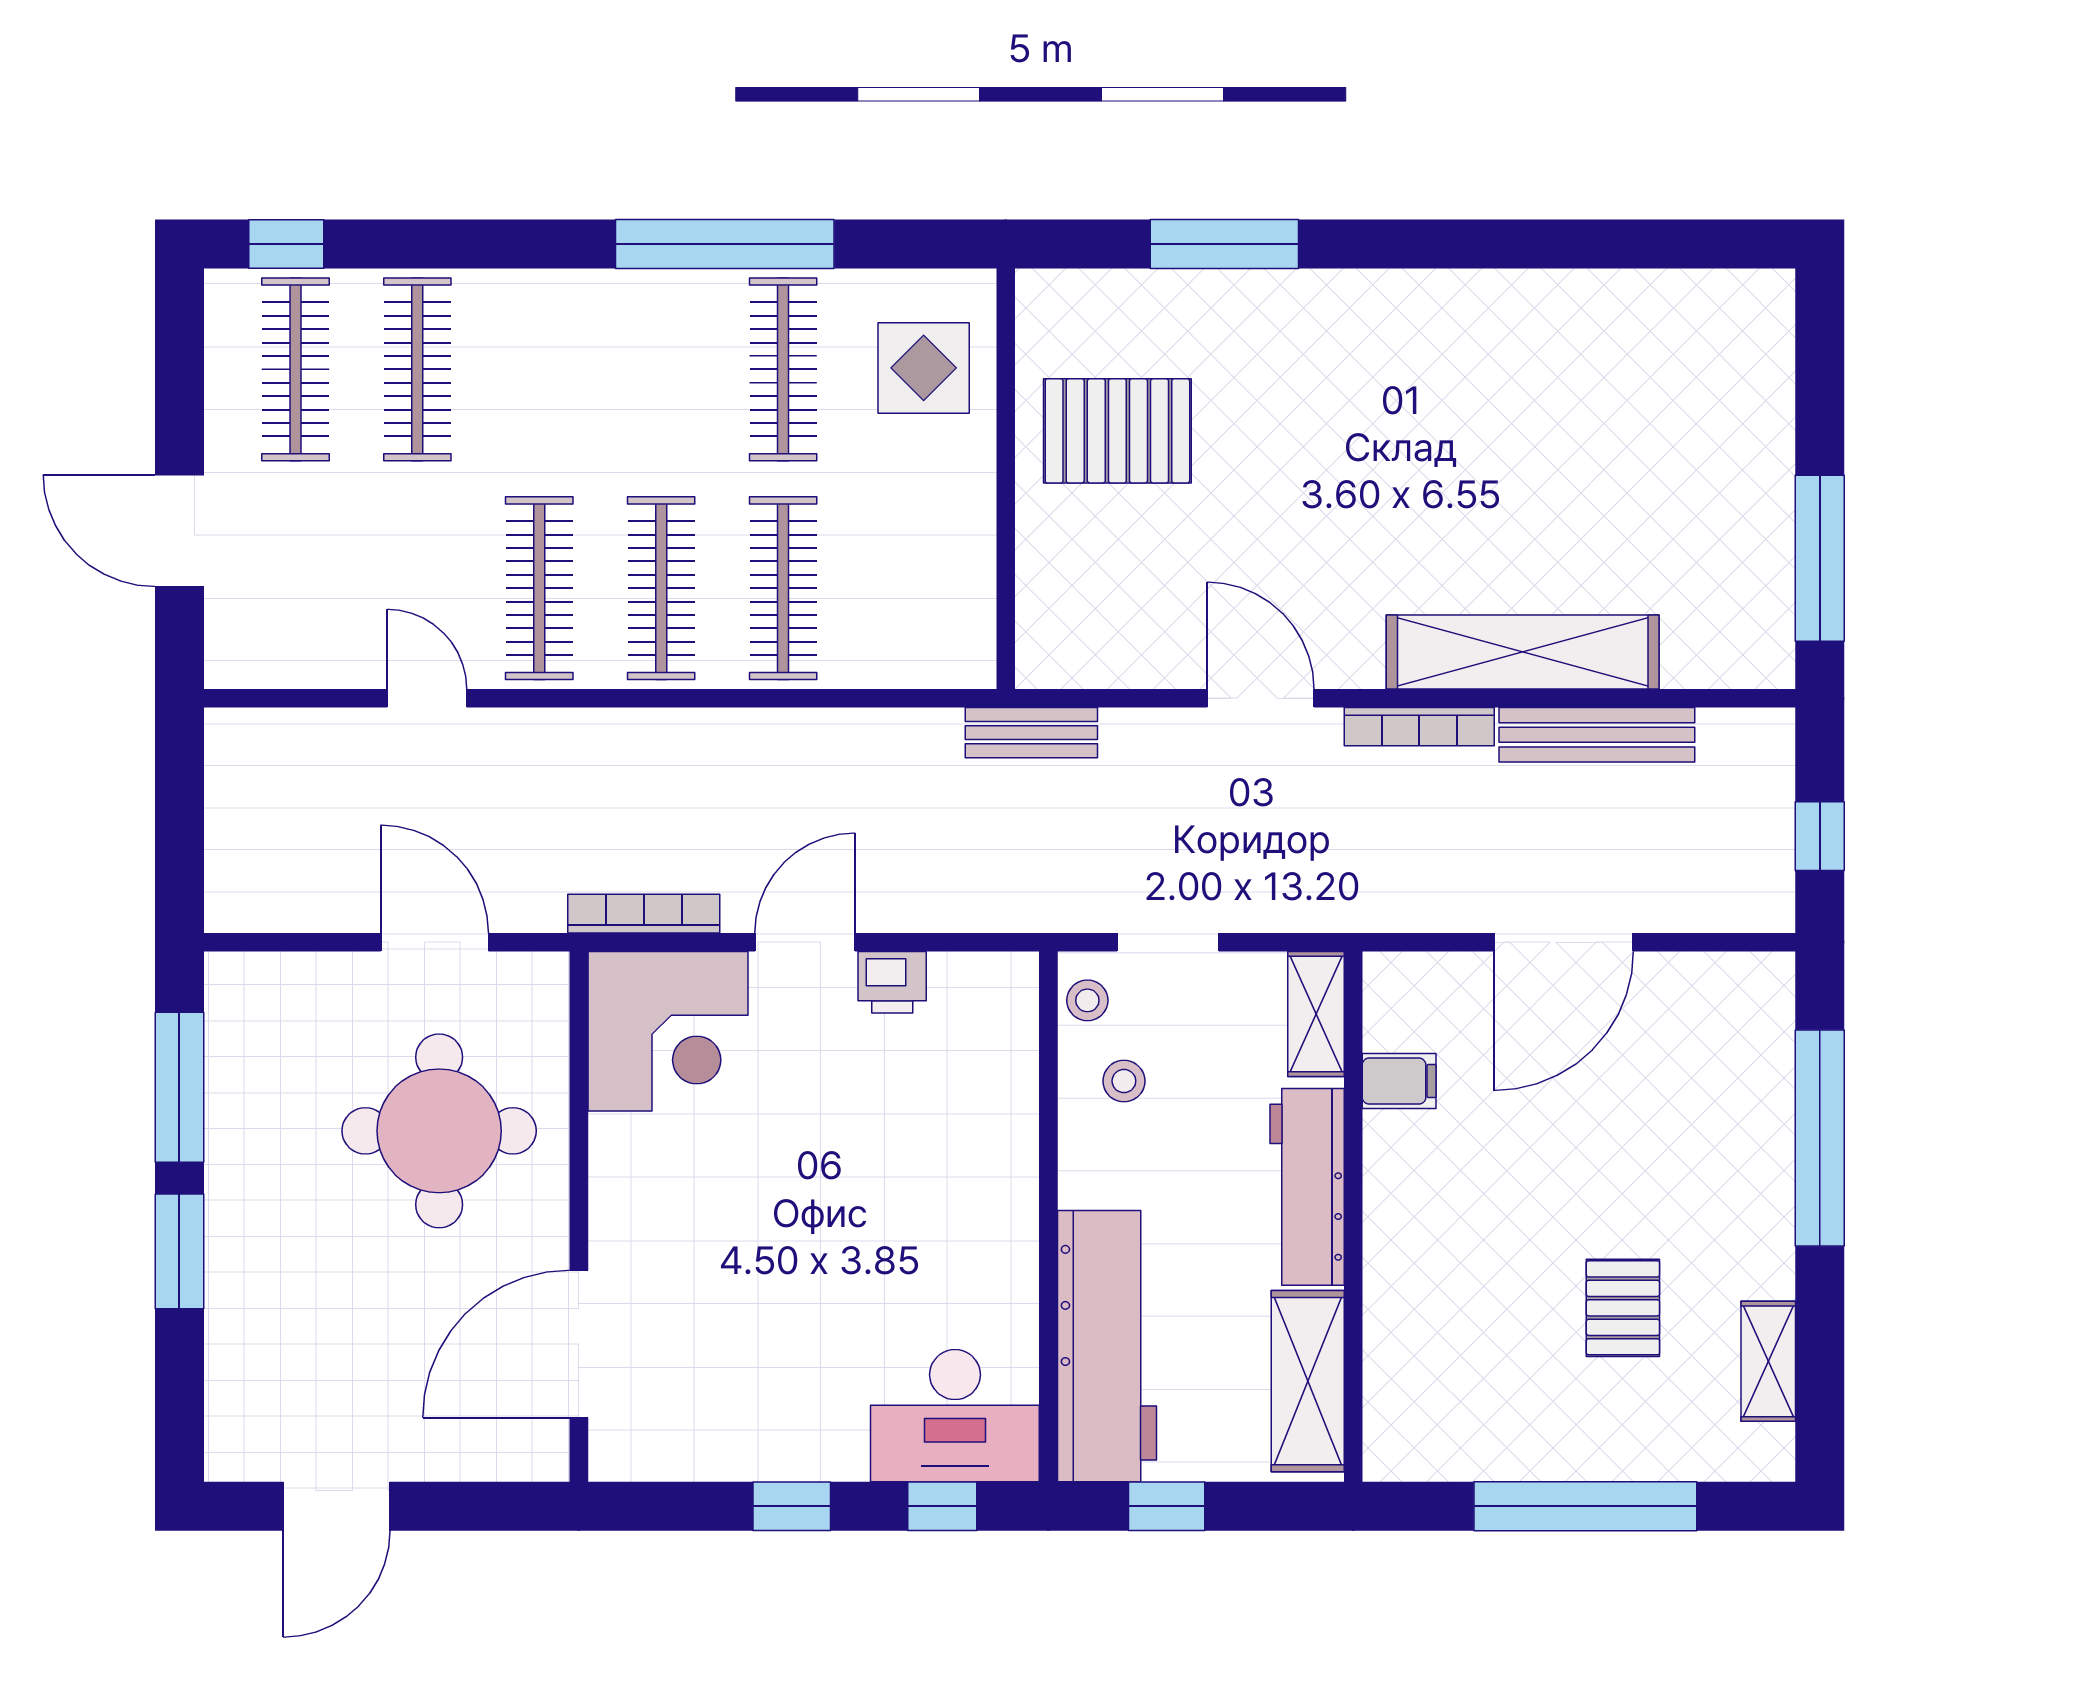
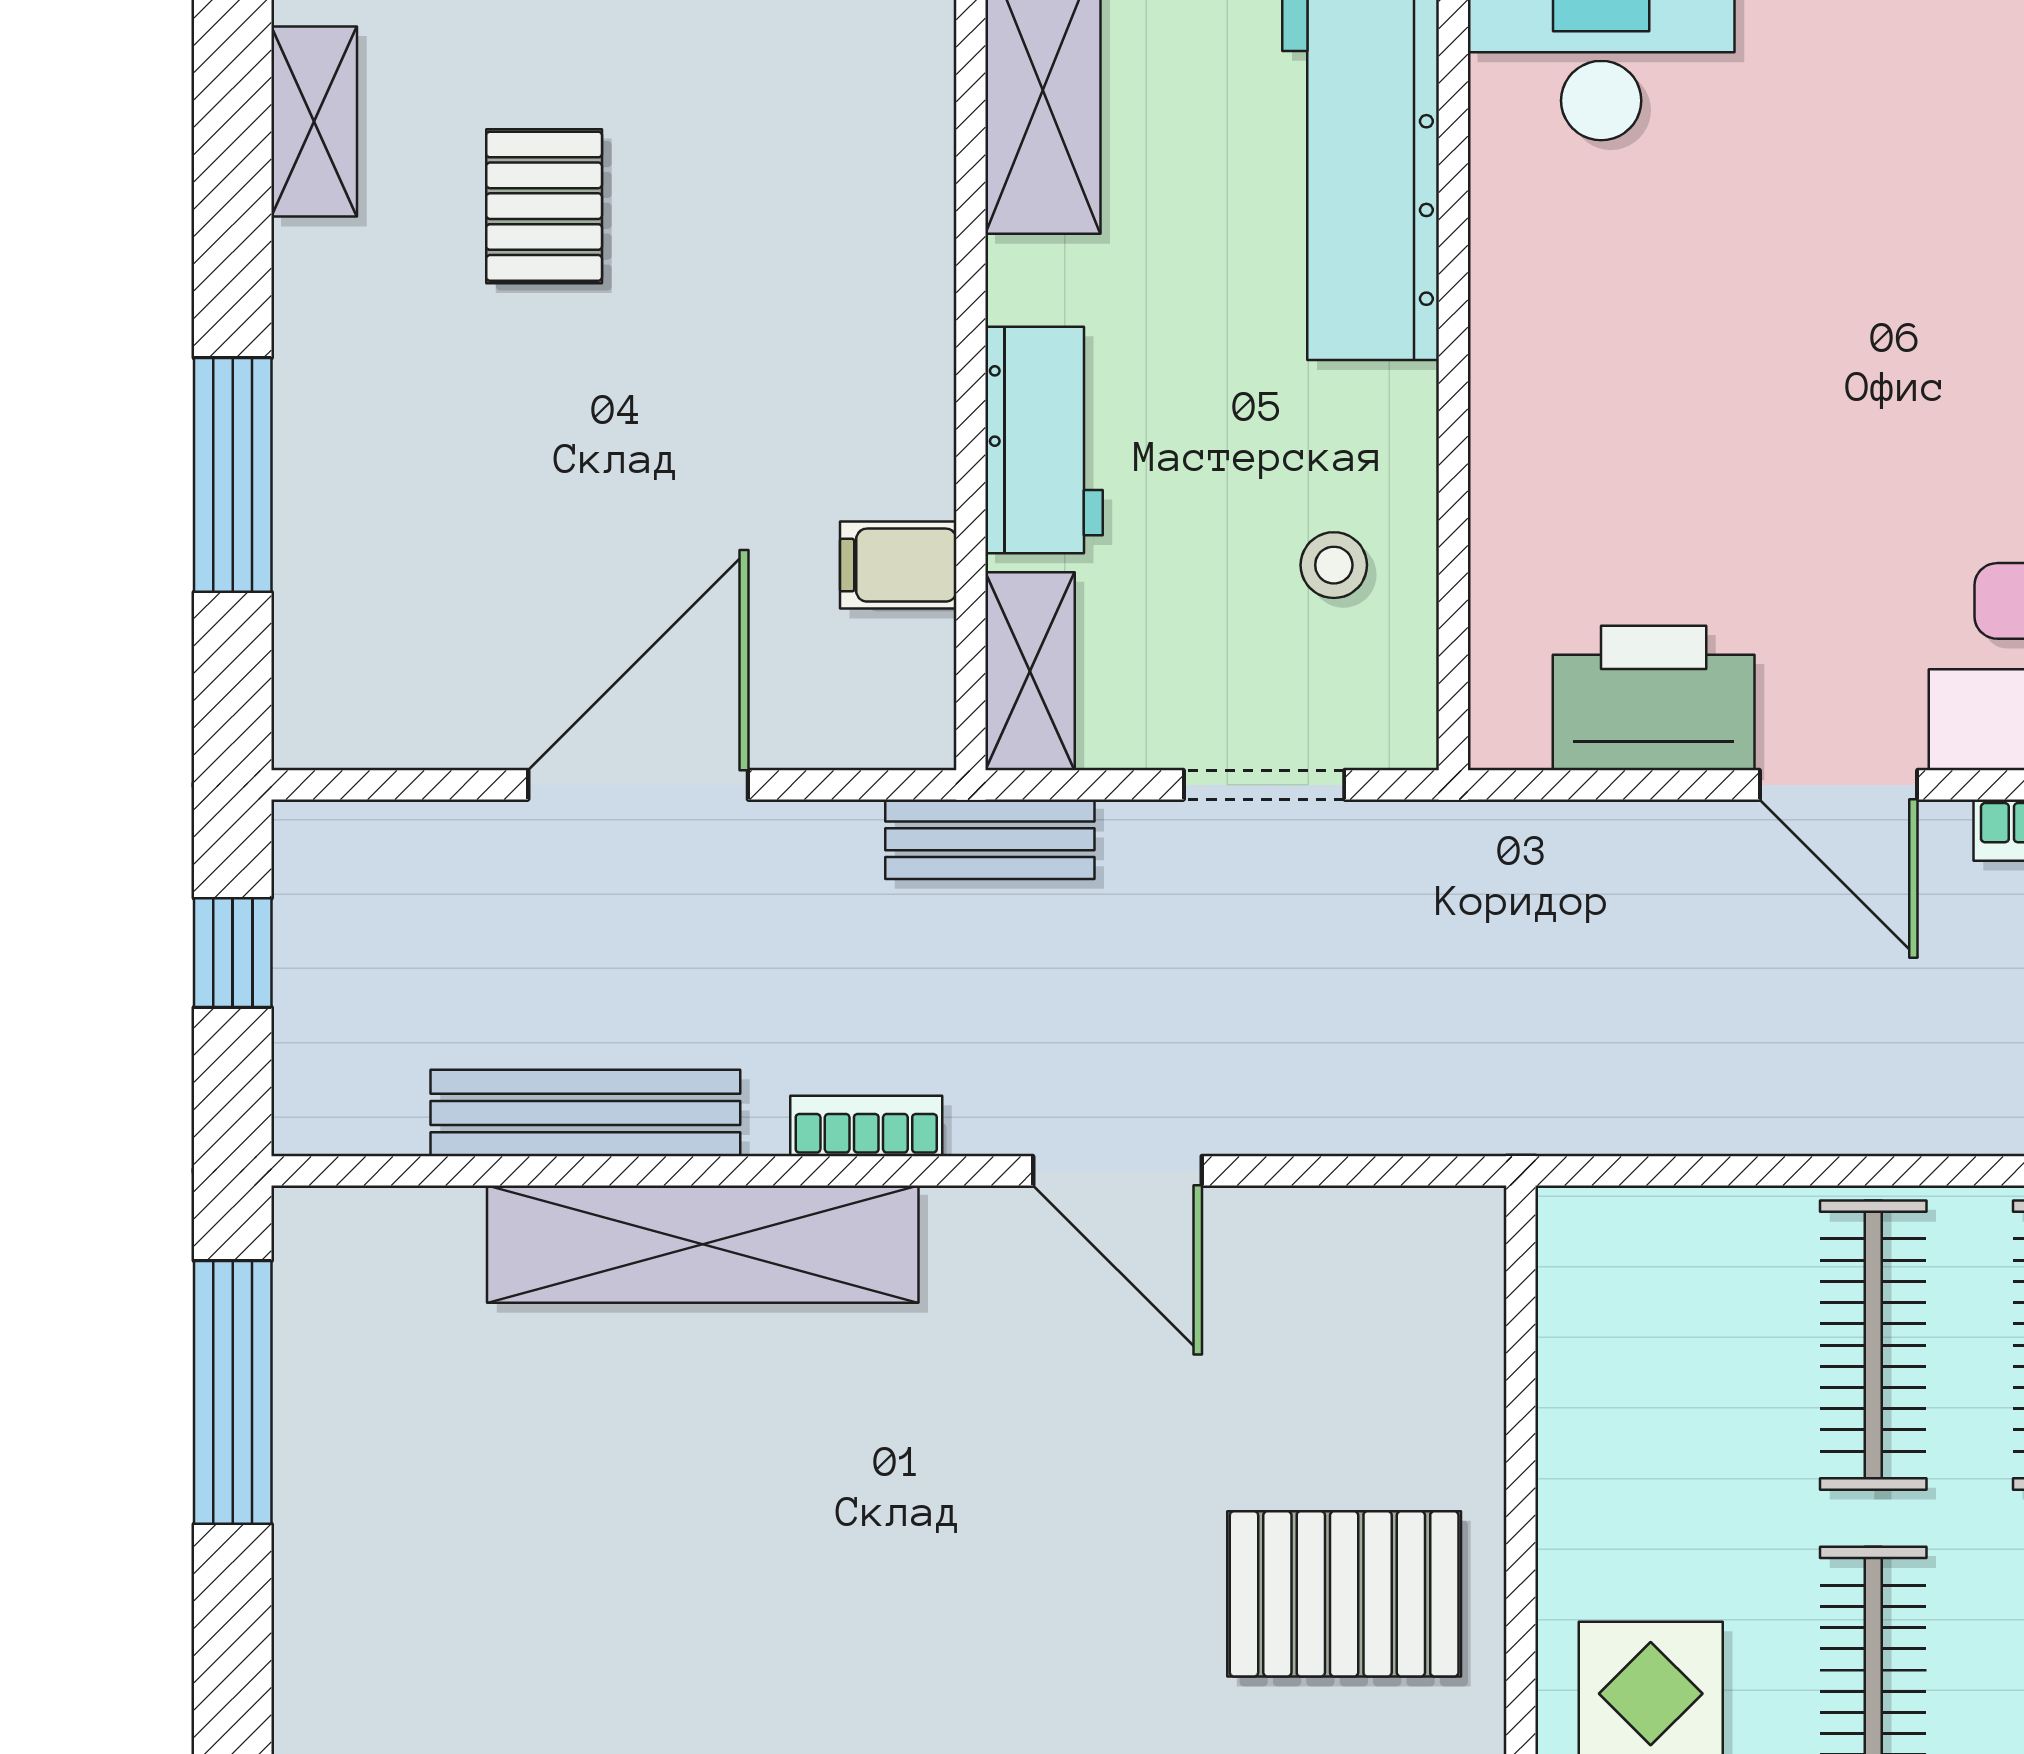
bookcase: (1419, 727) -> (866, 1126), width x0.64
bench: (1031, 733) -> (990, 839), moved
door: (805, 942) -> (1839, 785), hinge flipped
printer: (892, 982) -> (1654, 698), width x1.87, depth x1.48
stool: (1087, 1000) -> (1392, 693), removed
window: (1820, 1138) -> (233, 475), width x0.68
workbench: (1307, 1187) -> (1044, 440), width x0.73

